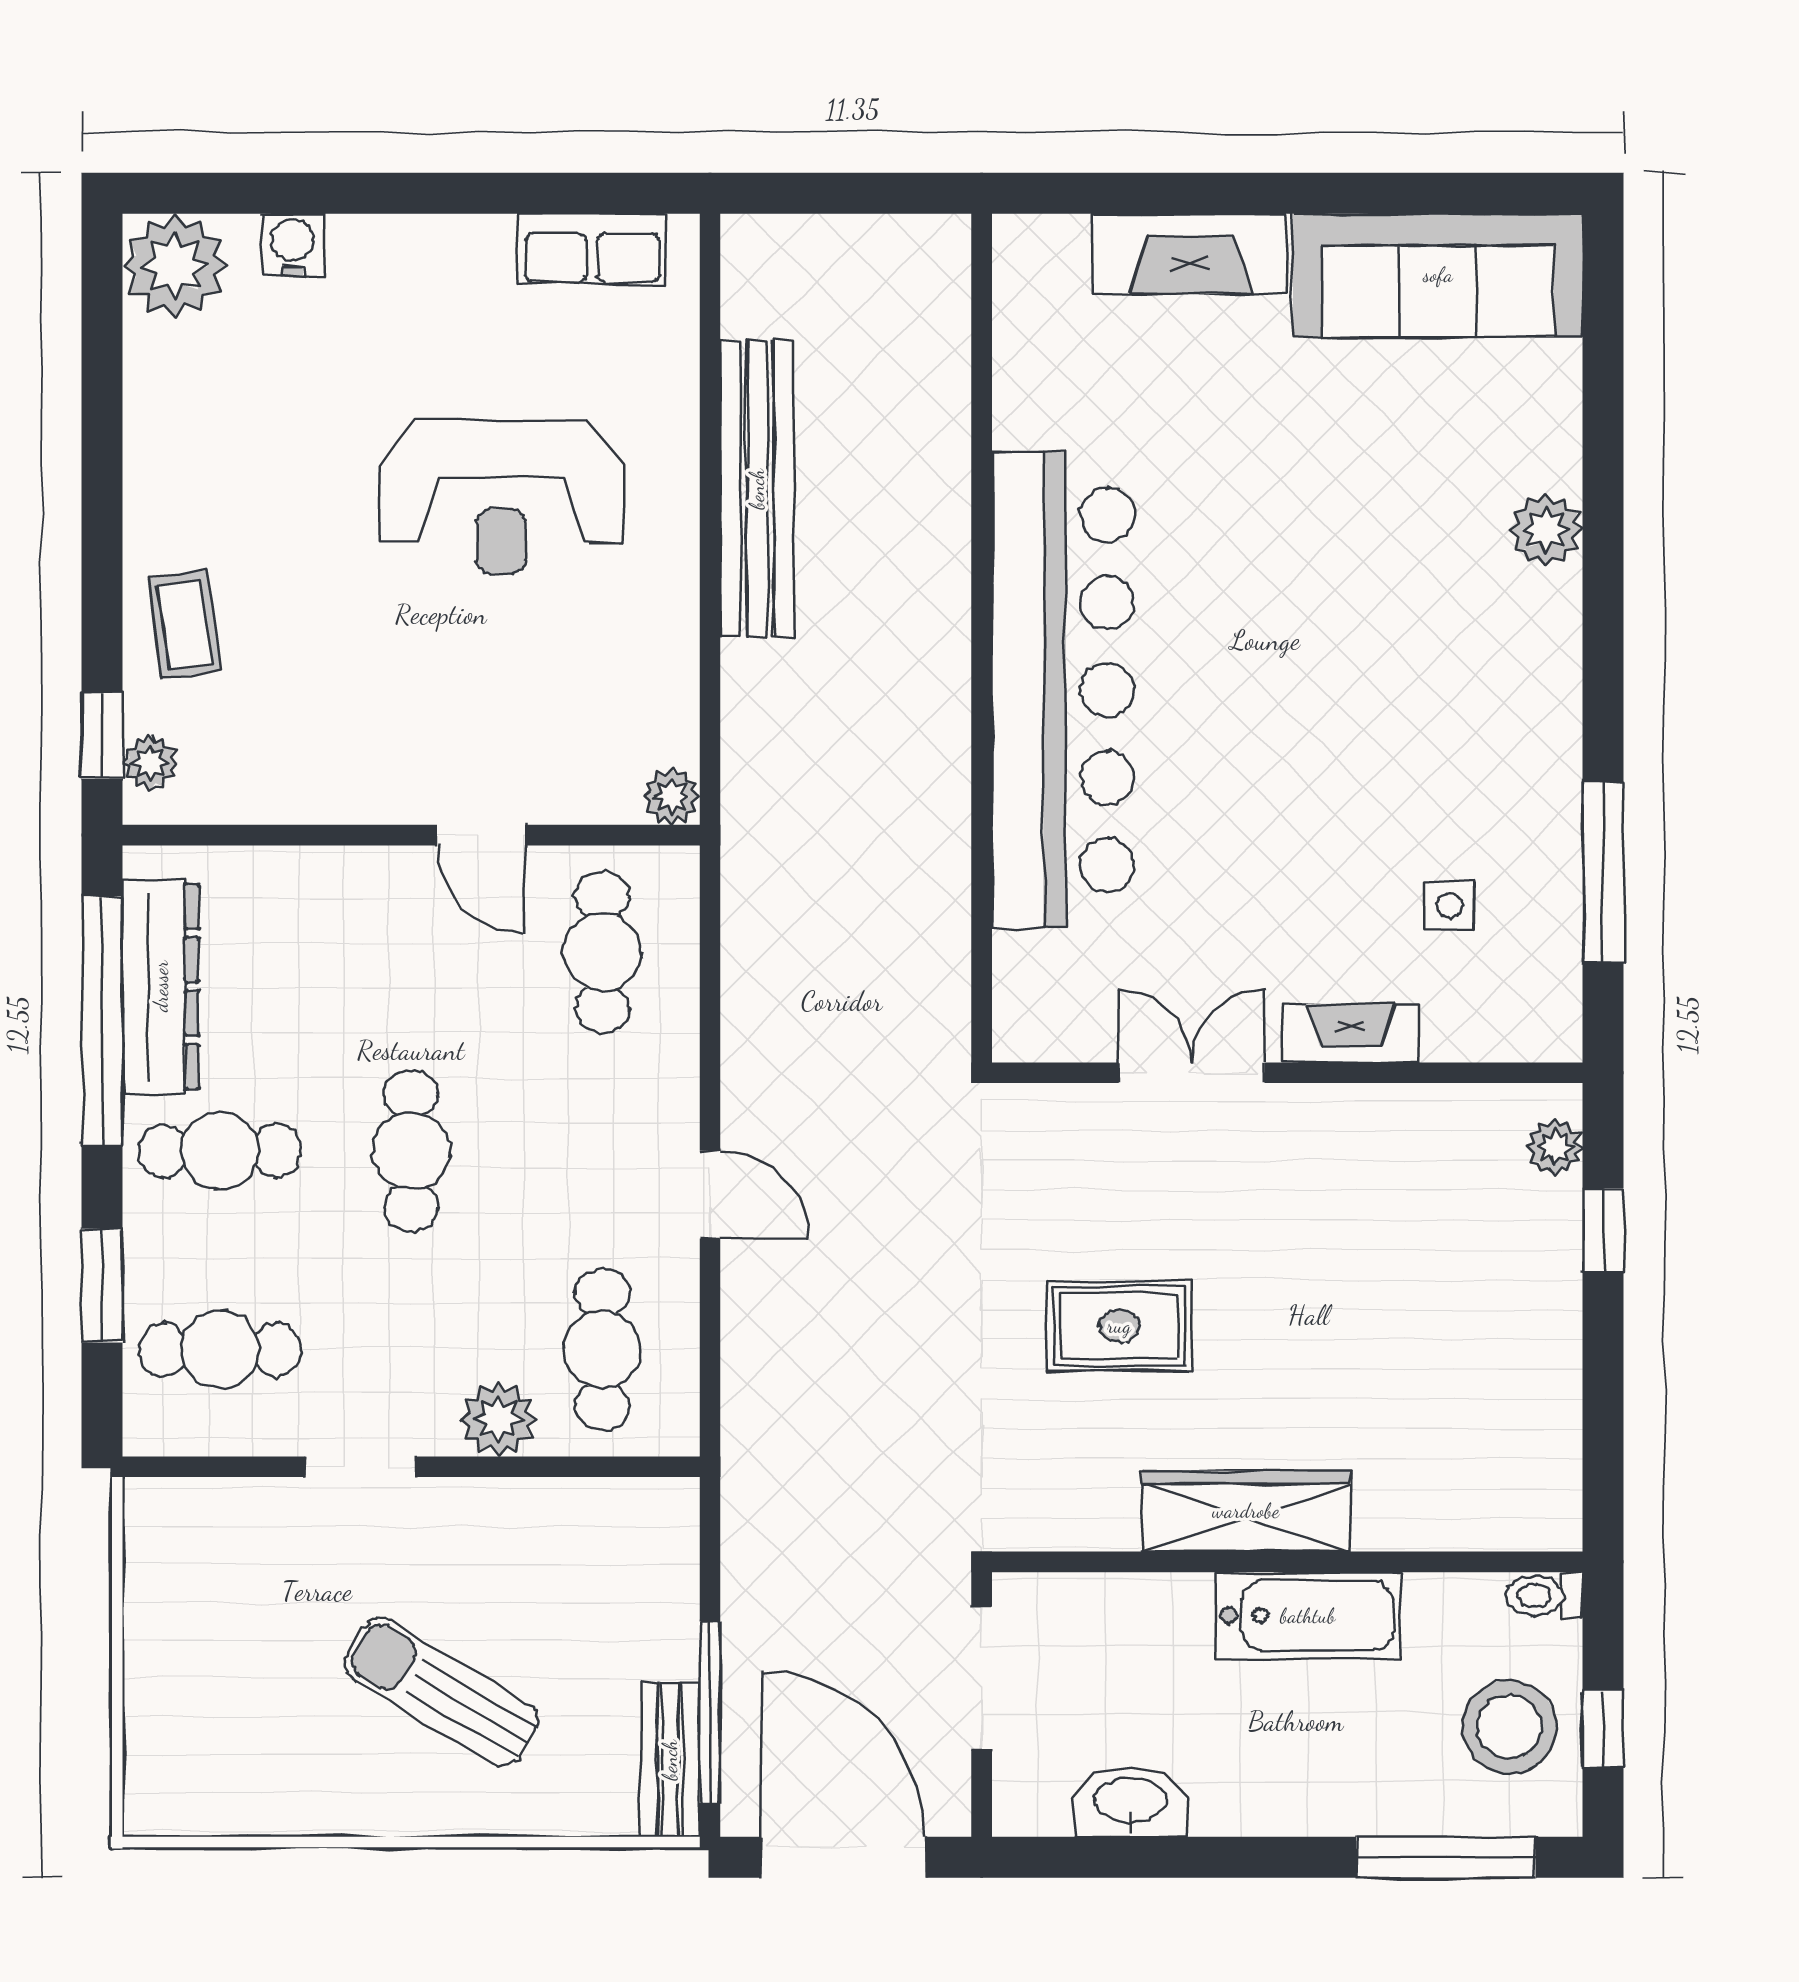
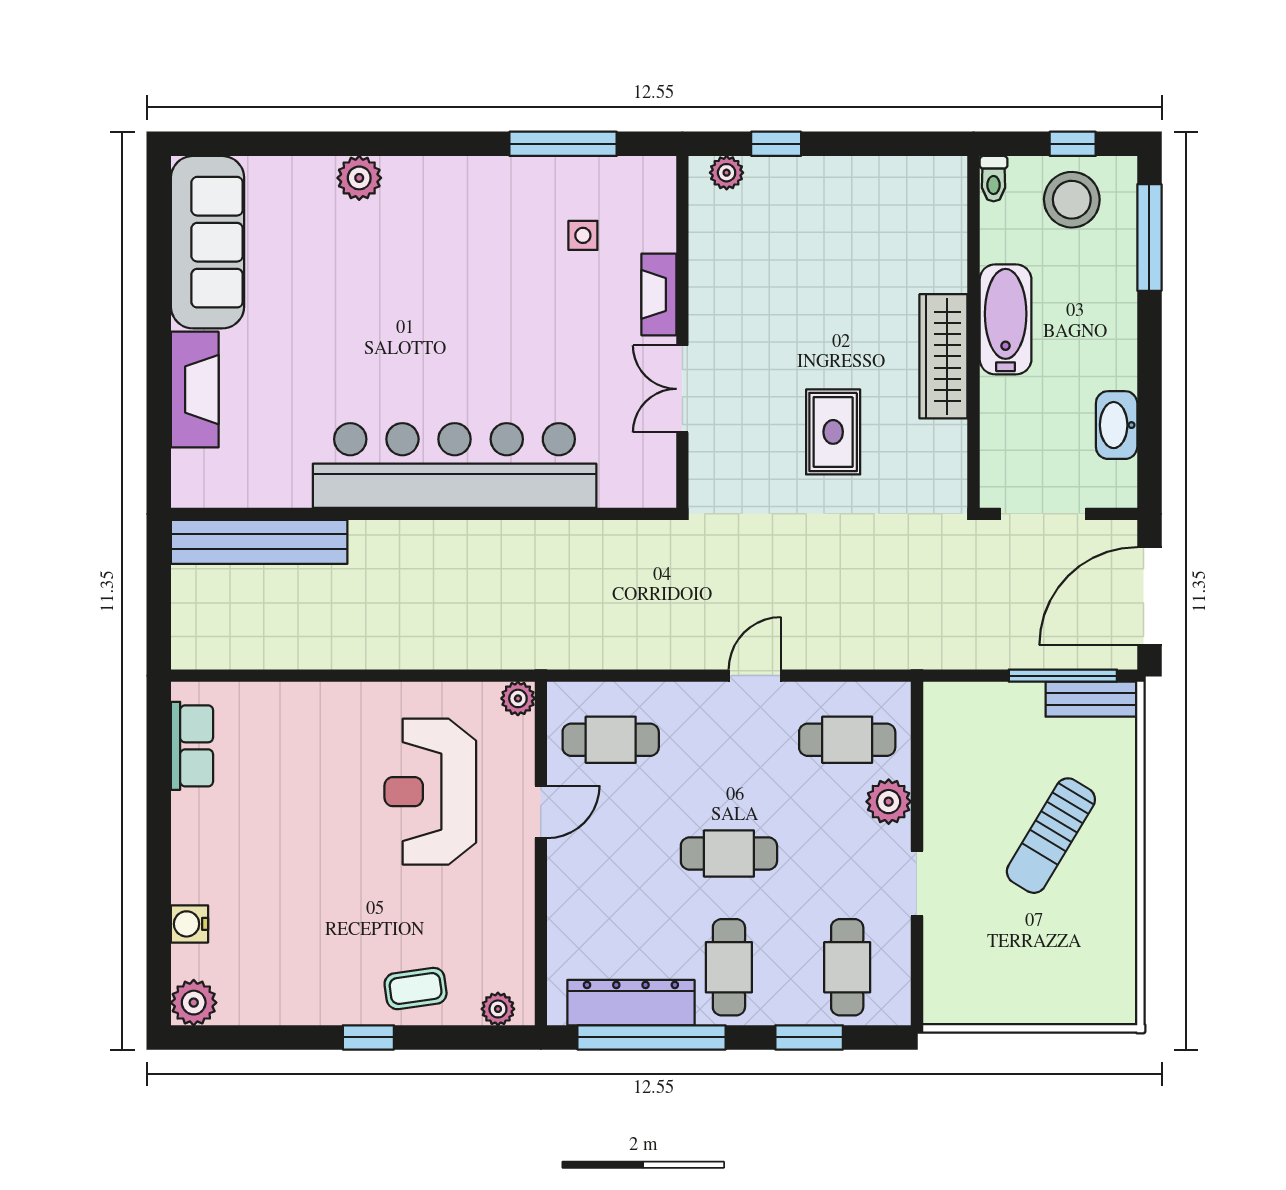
plant: (175, 266) -> (194, 1003), width x0.73, depth x0.73
bench: (757, 489) -> (259, 542), moved
reception desk: (501, 496) -> (430, 792), moved, turned 180
window: (102, 736) -> (368, 1037), moved

